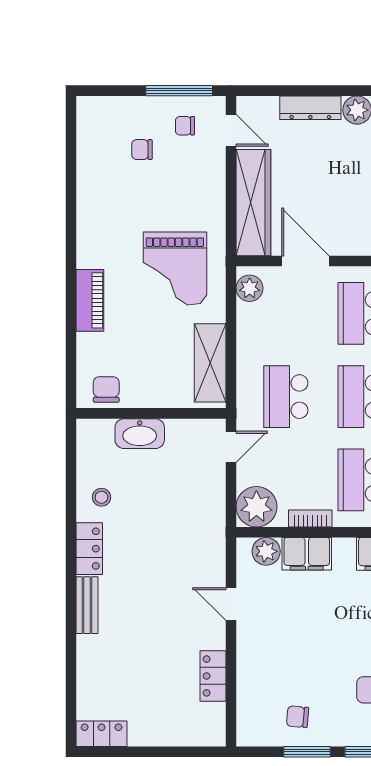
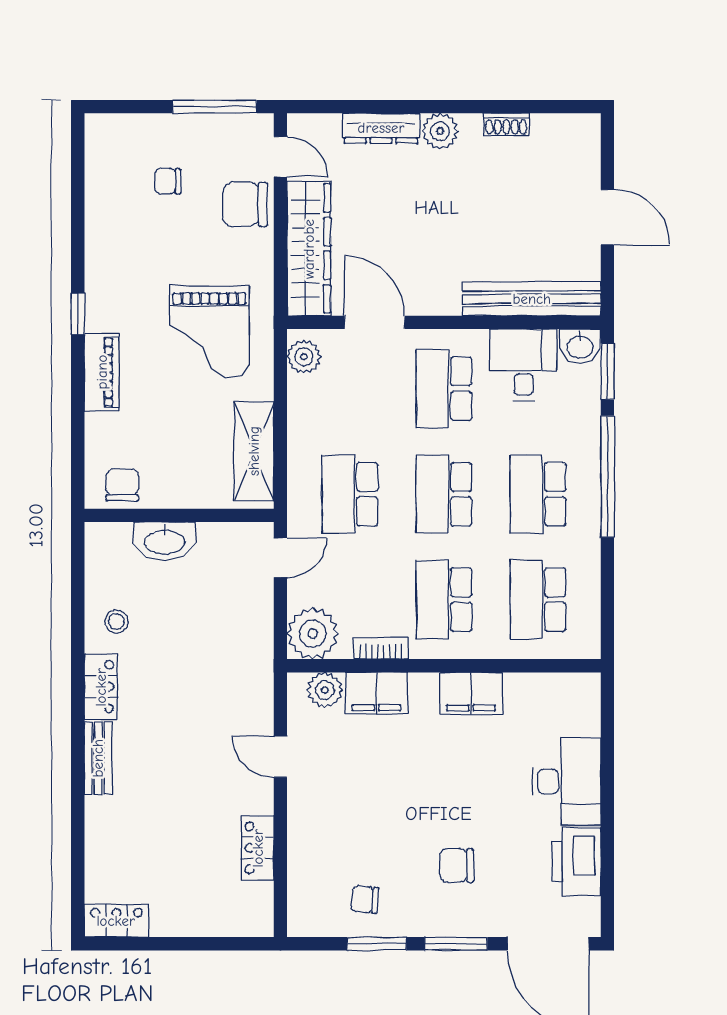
chair: (185, 126) -> (245, 204), moved, width x1.87, depth x1.87
window: (71, 254) -> (78, 314), added

